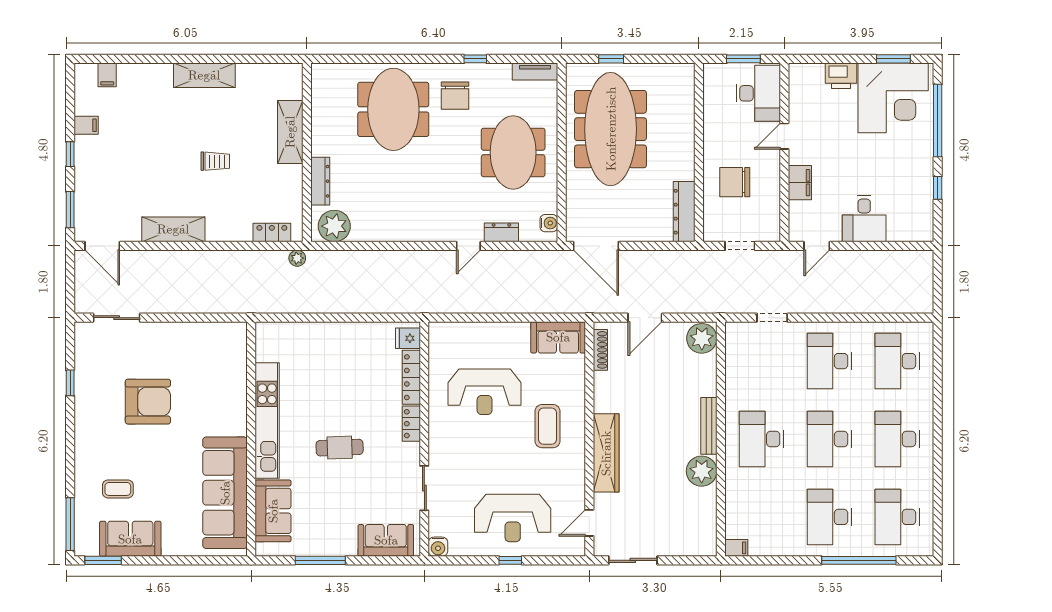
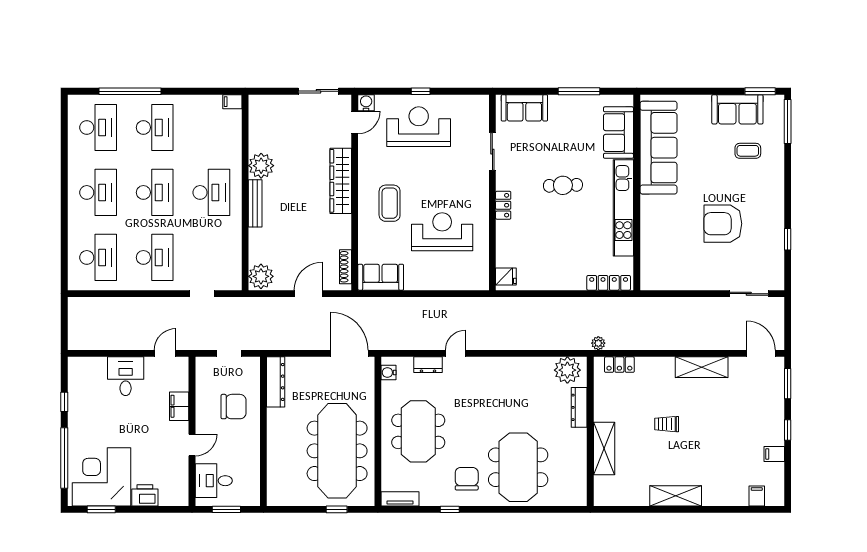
desk: (758, 93) -> (214, 481), width x0.73
locker: (411, 377) -> (609, 283), moved, turned -90
water cooler: (438, 547) -> (366, 103), moved

